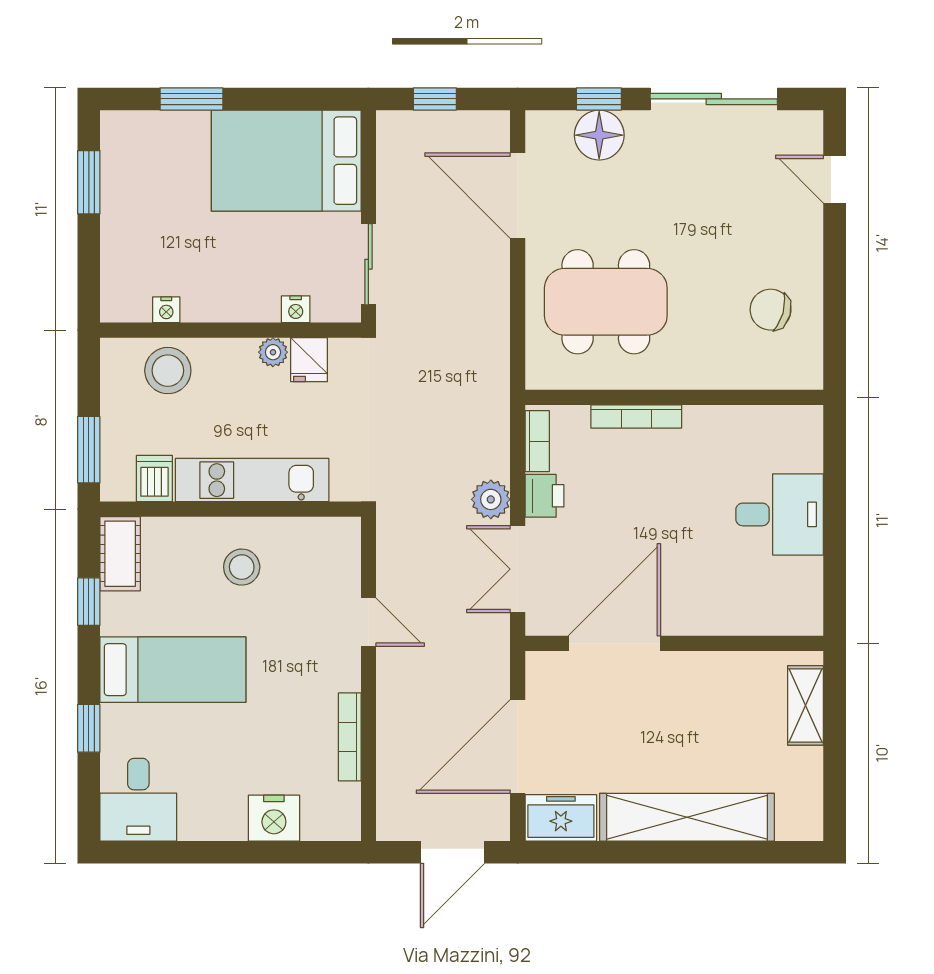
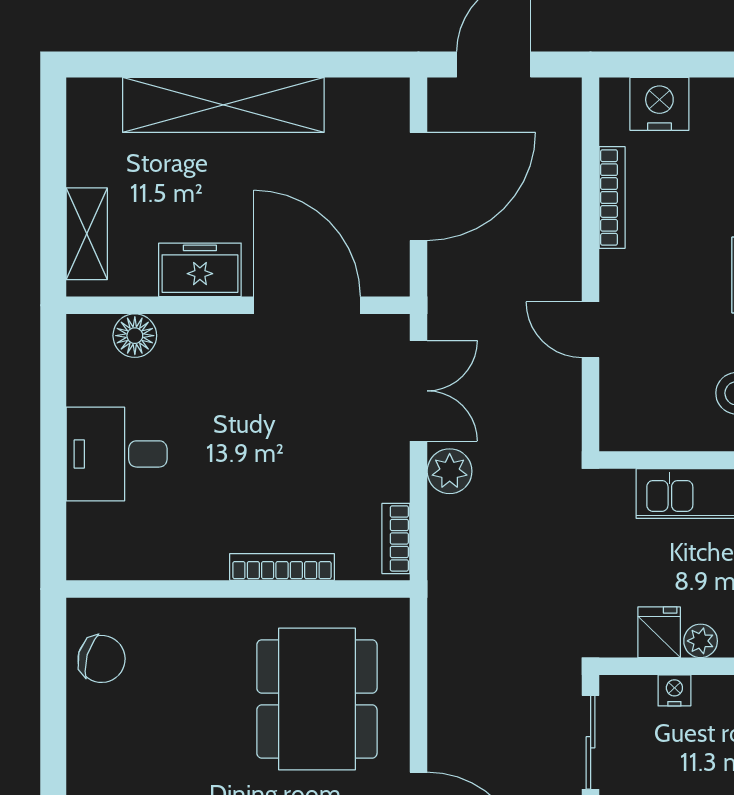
dining table: (606, 302) -> (317, 699), turned 90
chair: (771, 310) -> (102, 659), moved
printer: (545, 496) -> (388, 475), removed
floor lamp: (764, 617) -> (135, 336), added
door: (614, 643) -> (307, 305), swing flipped
nightstand: (274, 818) -> (659, 104), moved
freezer: (561, 818) -> (200, 270), moved, turned 180

